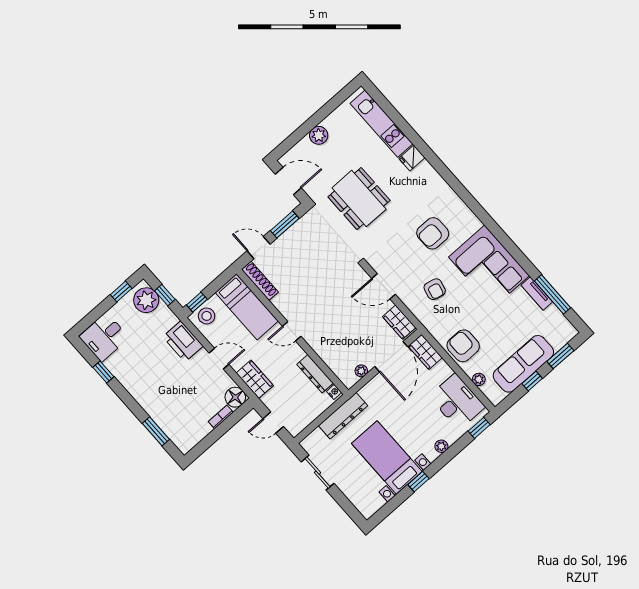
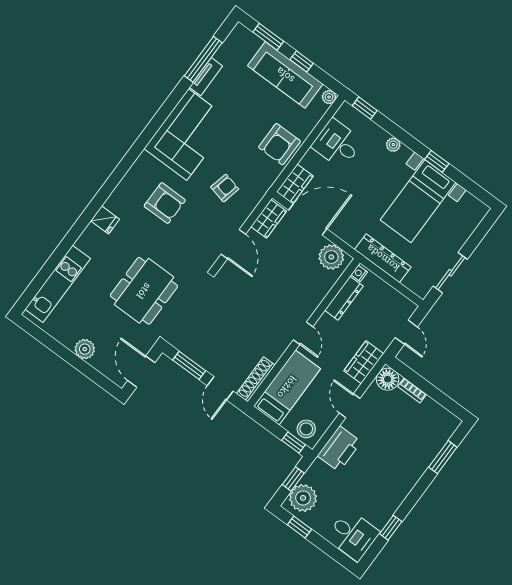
fridge: (412, 158) -> (105, 220), moved
plant: (361, 371) -> (331, 257), width x1.88, depth x1.88
plant: (479, 379) -> (329, 97), moved
desk: (457, 402) -> (337, 144), width x0.73

